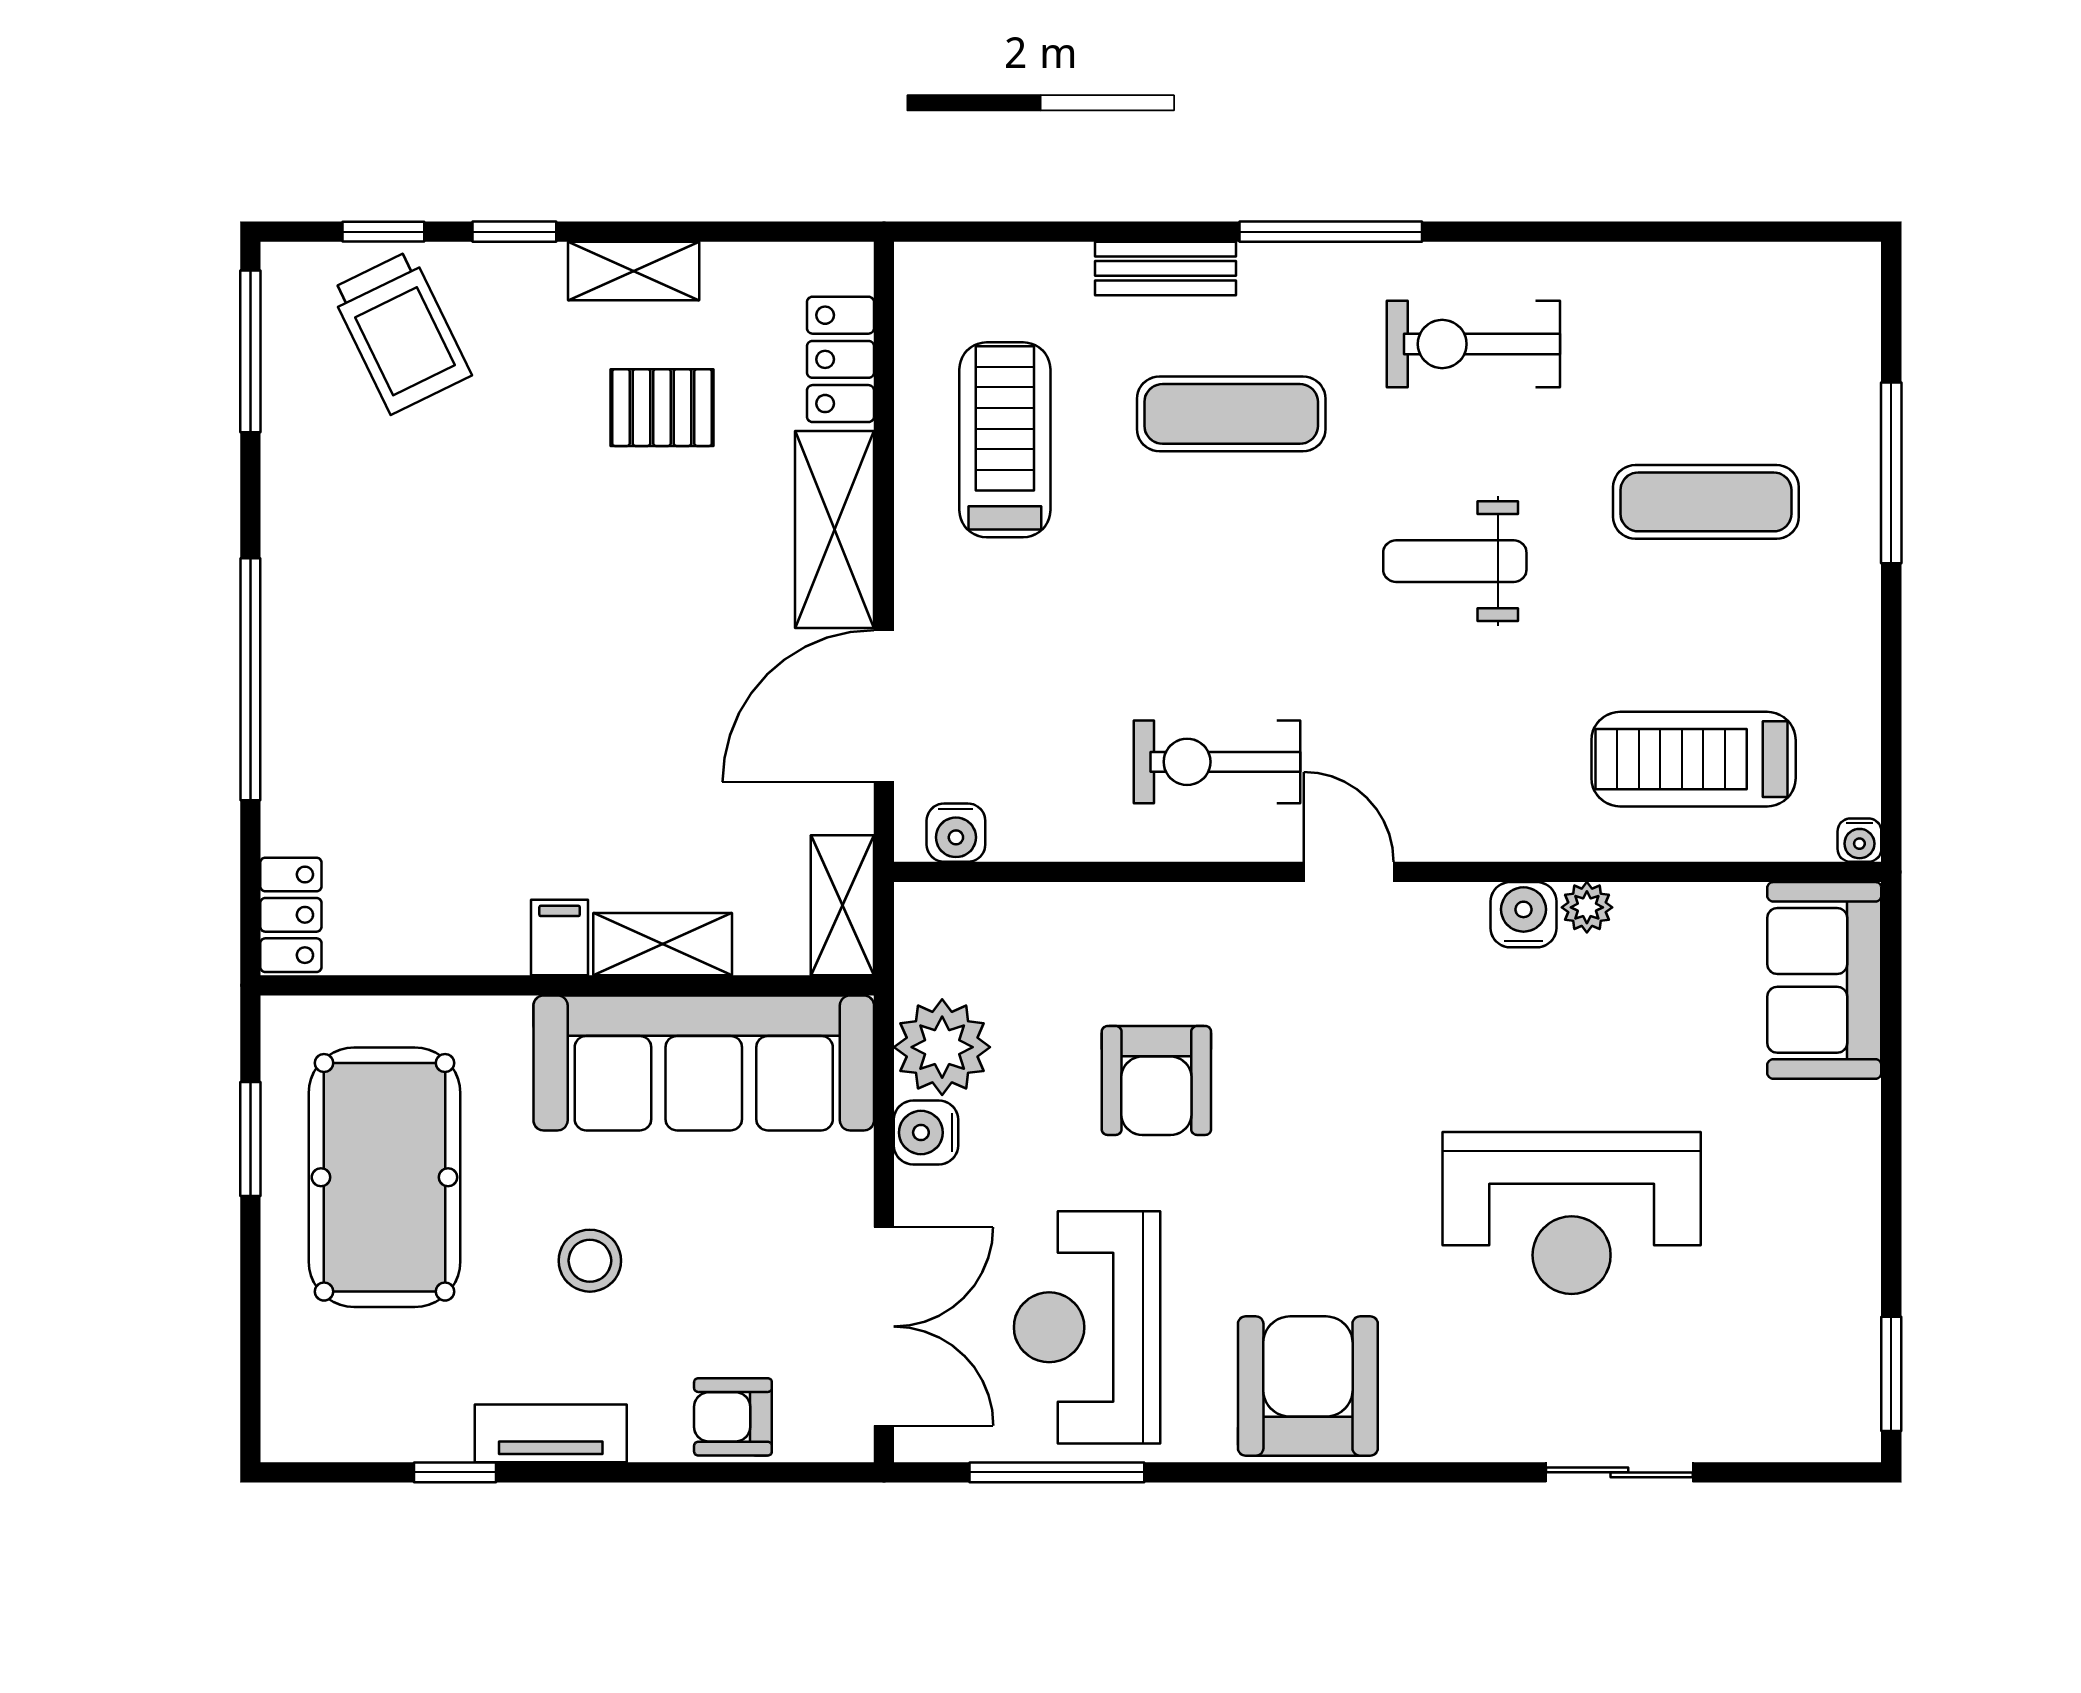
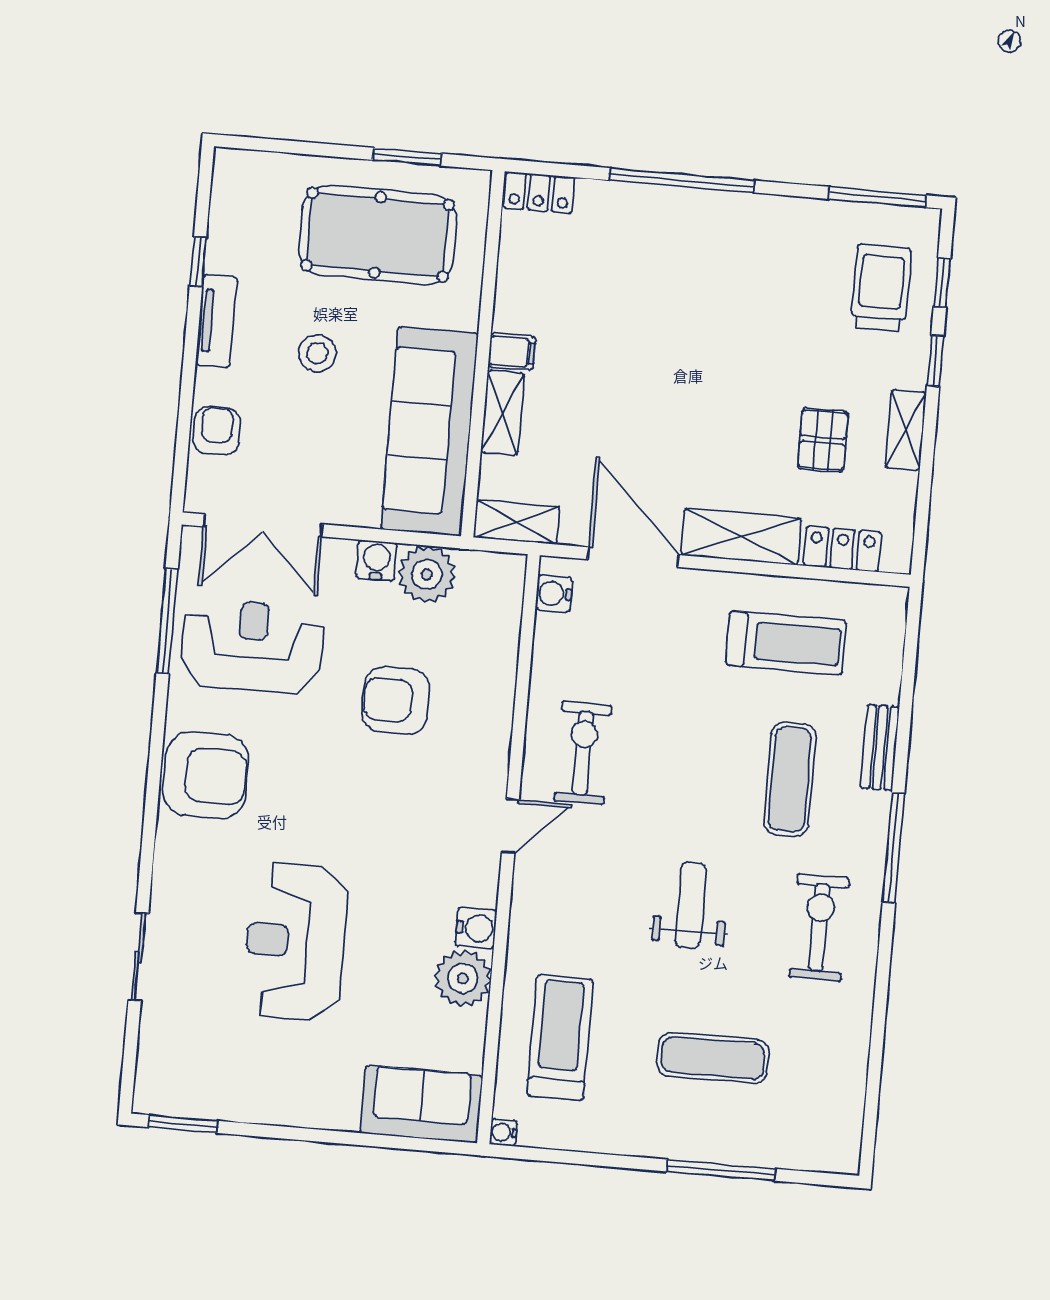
trolley: (401, 332) -> (881, 288), turned 116
exercise mat: (1706, 502) -> (713, 1058), turned 90
plant: (1587, 907) -> (463, 978), width x1.88, depth x1.88

